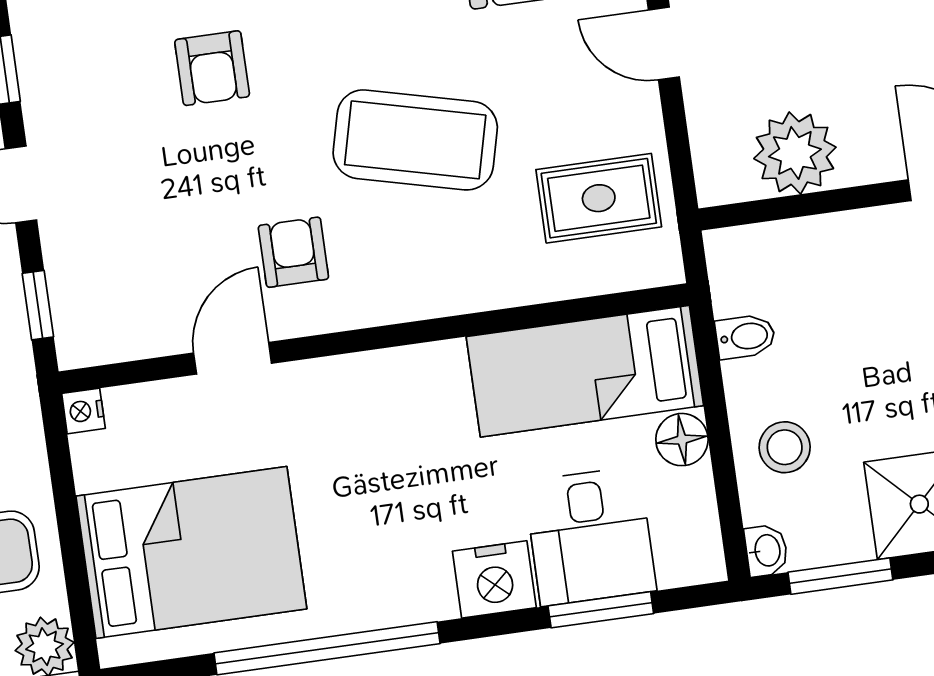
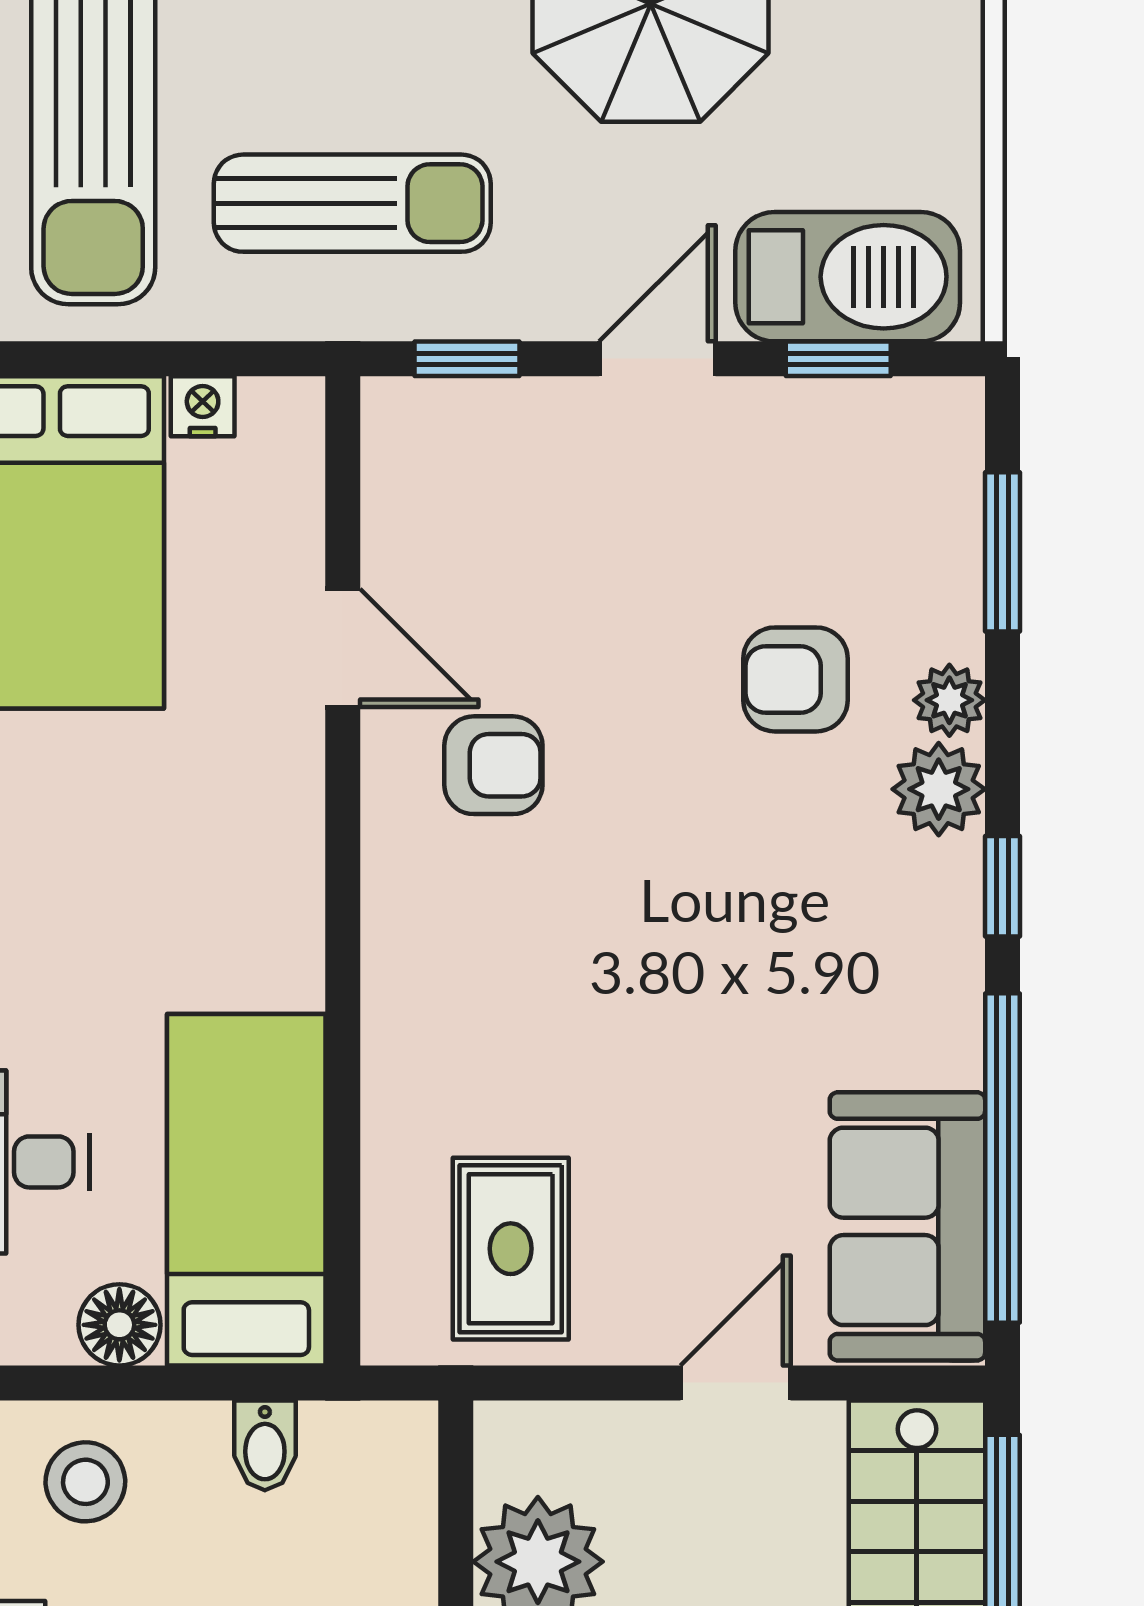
coffee table: (415, 140) -> (641, 978), removed
nightstand: (83, 411) -> (203, 406), moved

